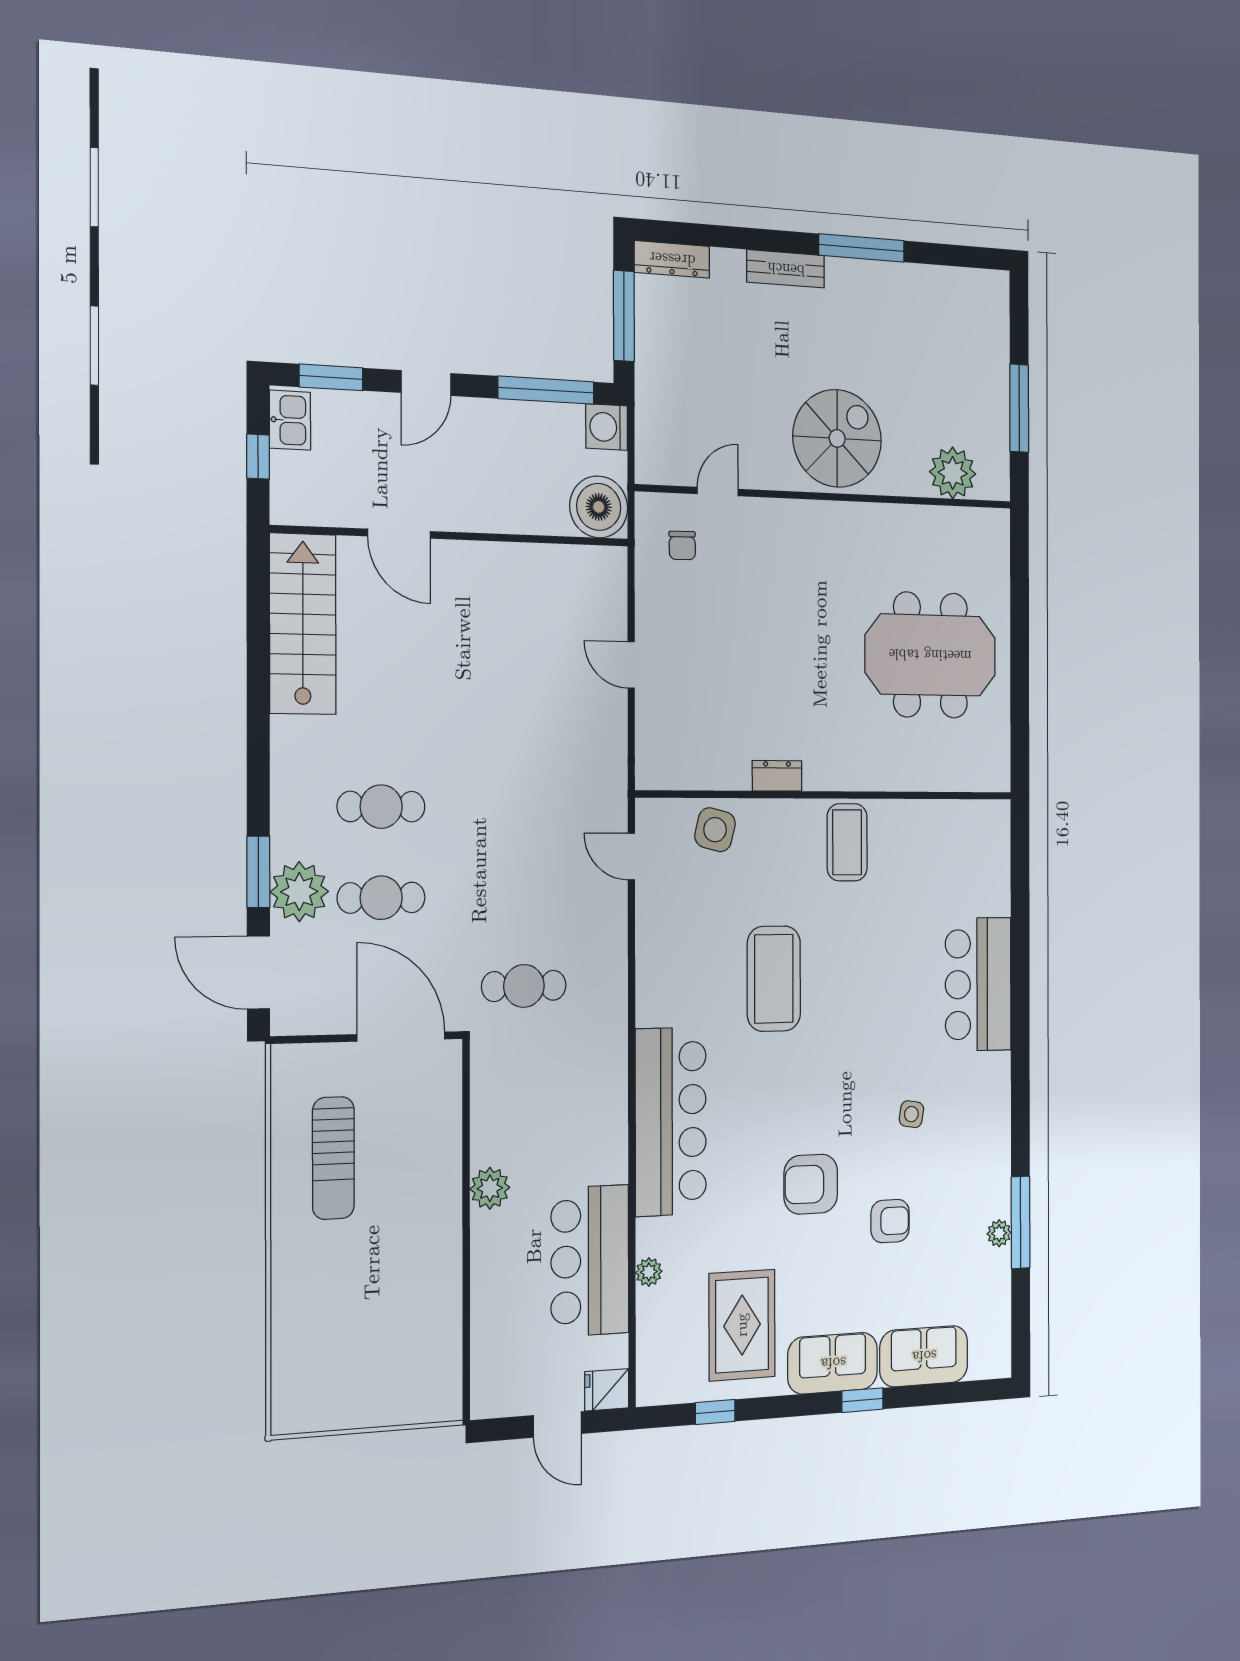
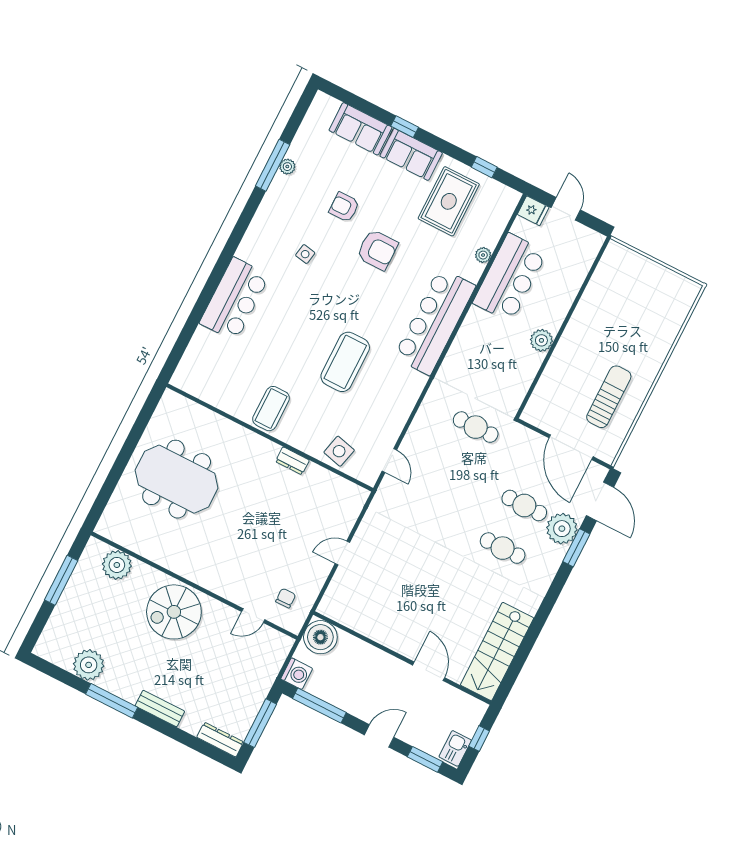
plant: (920, 291) -> (89, 665), added
door: (631, 665) -> (342, 553), swing flipped
door: (401, 1037) -> (571, 447), moved

